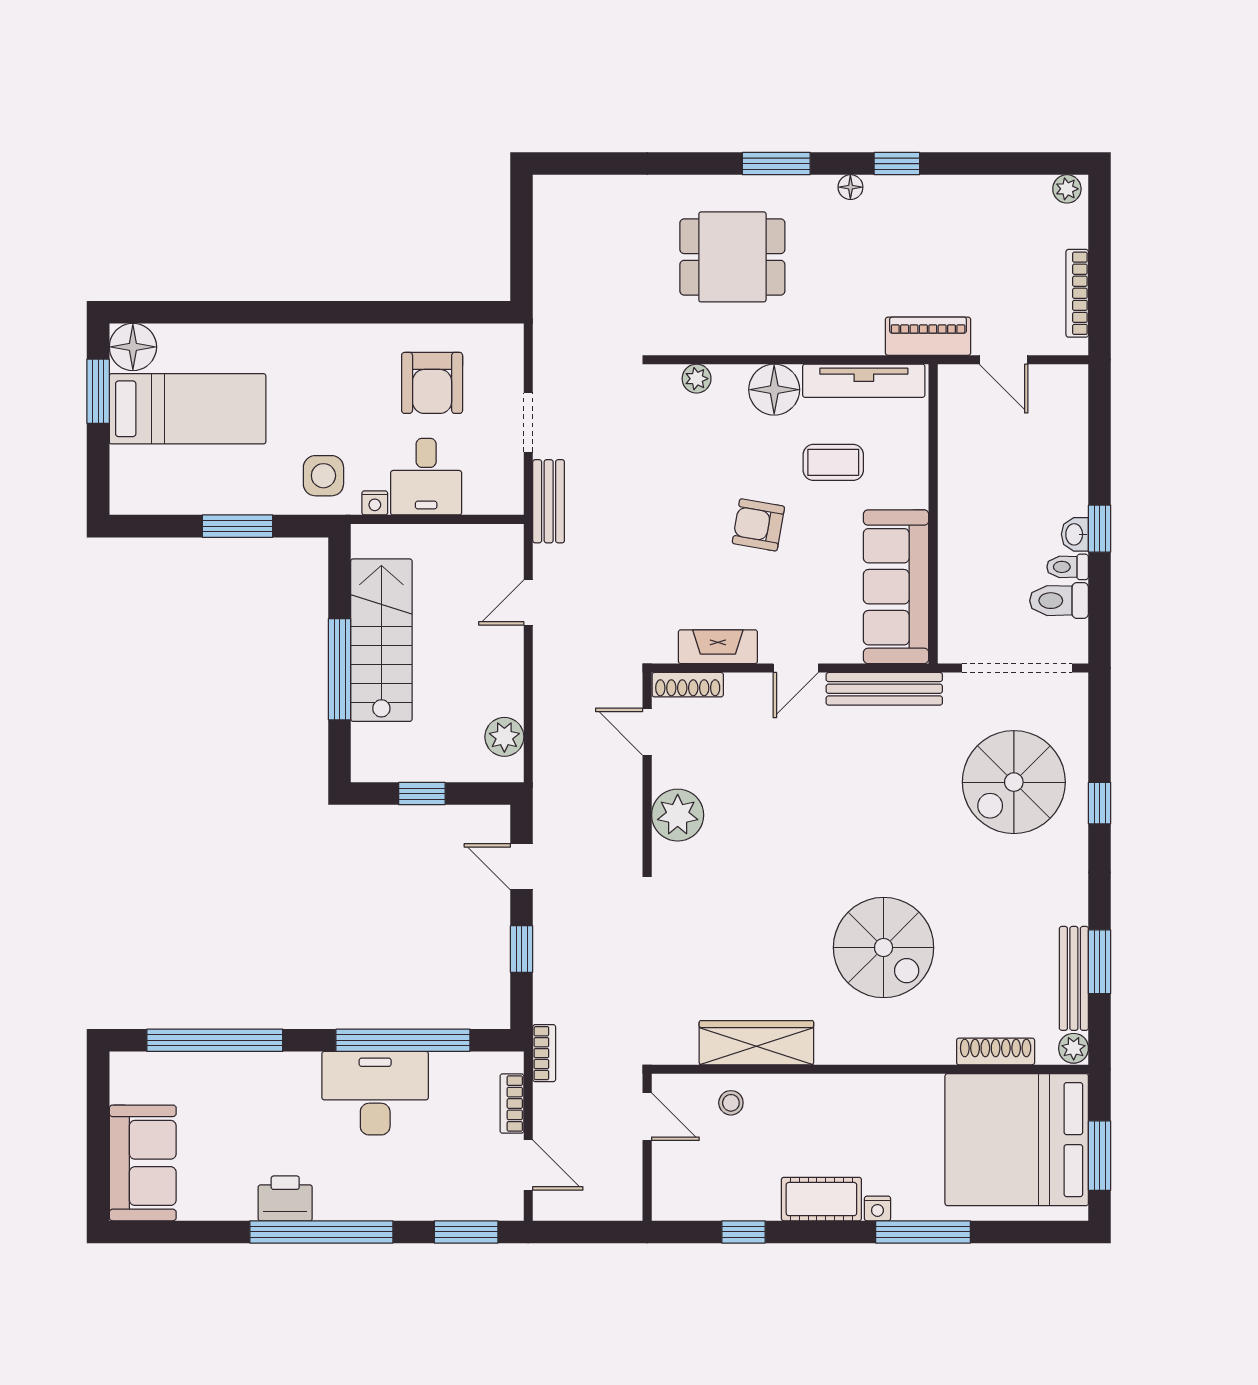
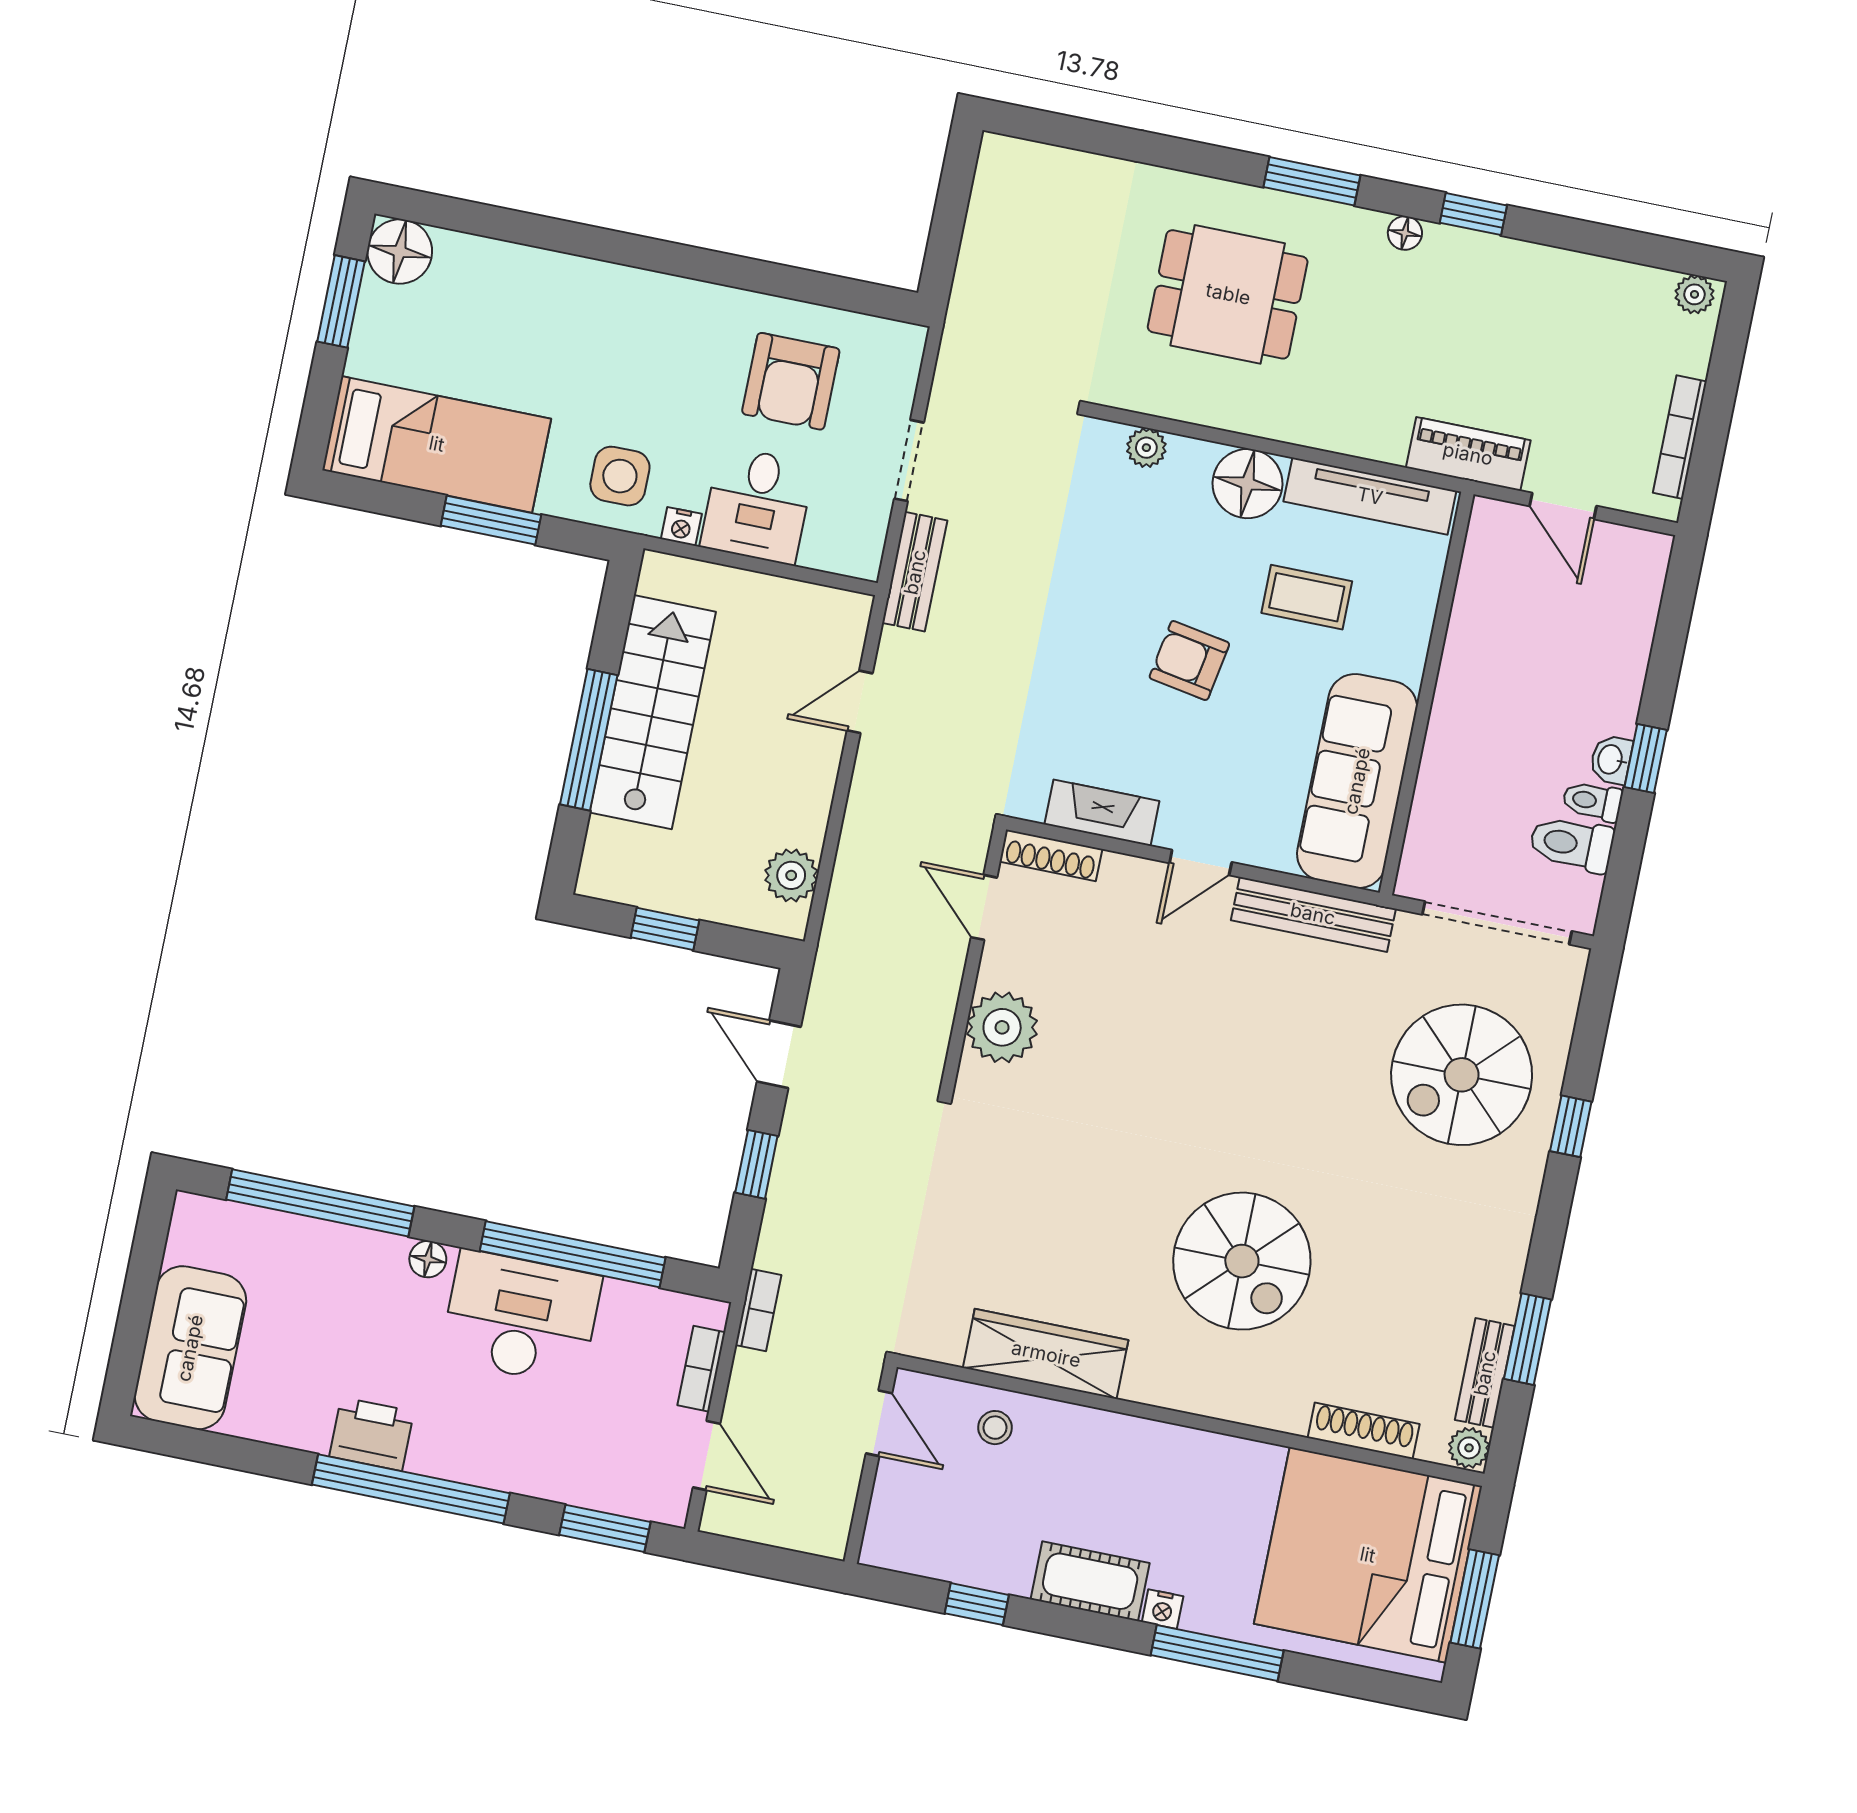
bed: (188, 409) -> (437, 444), moved
bench: (1074, 978) -> (1485, 1373), width x0.73
floor lamp: (300, 1065) -> (428, 1259), added

